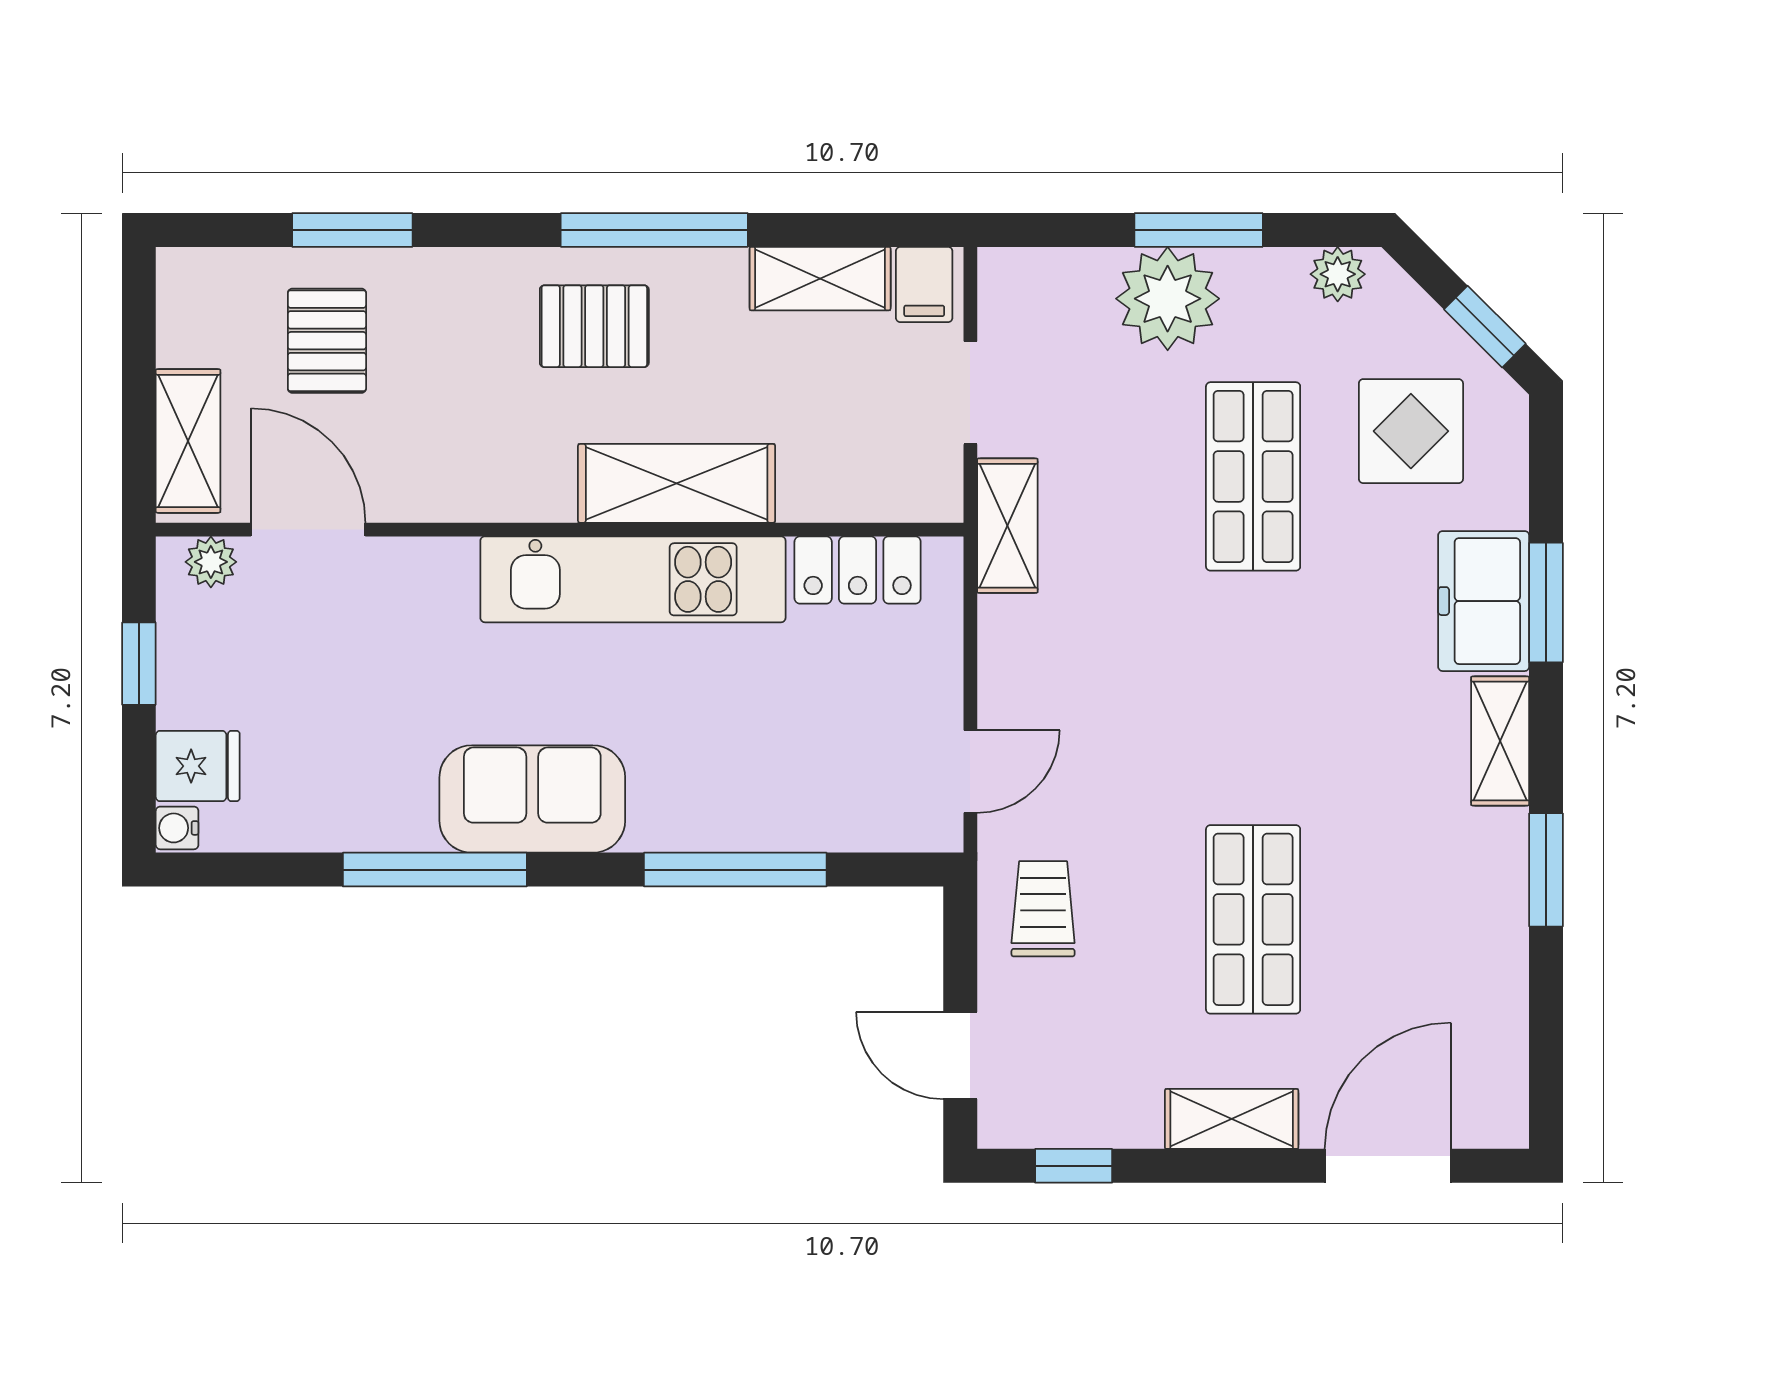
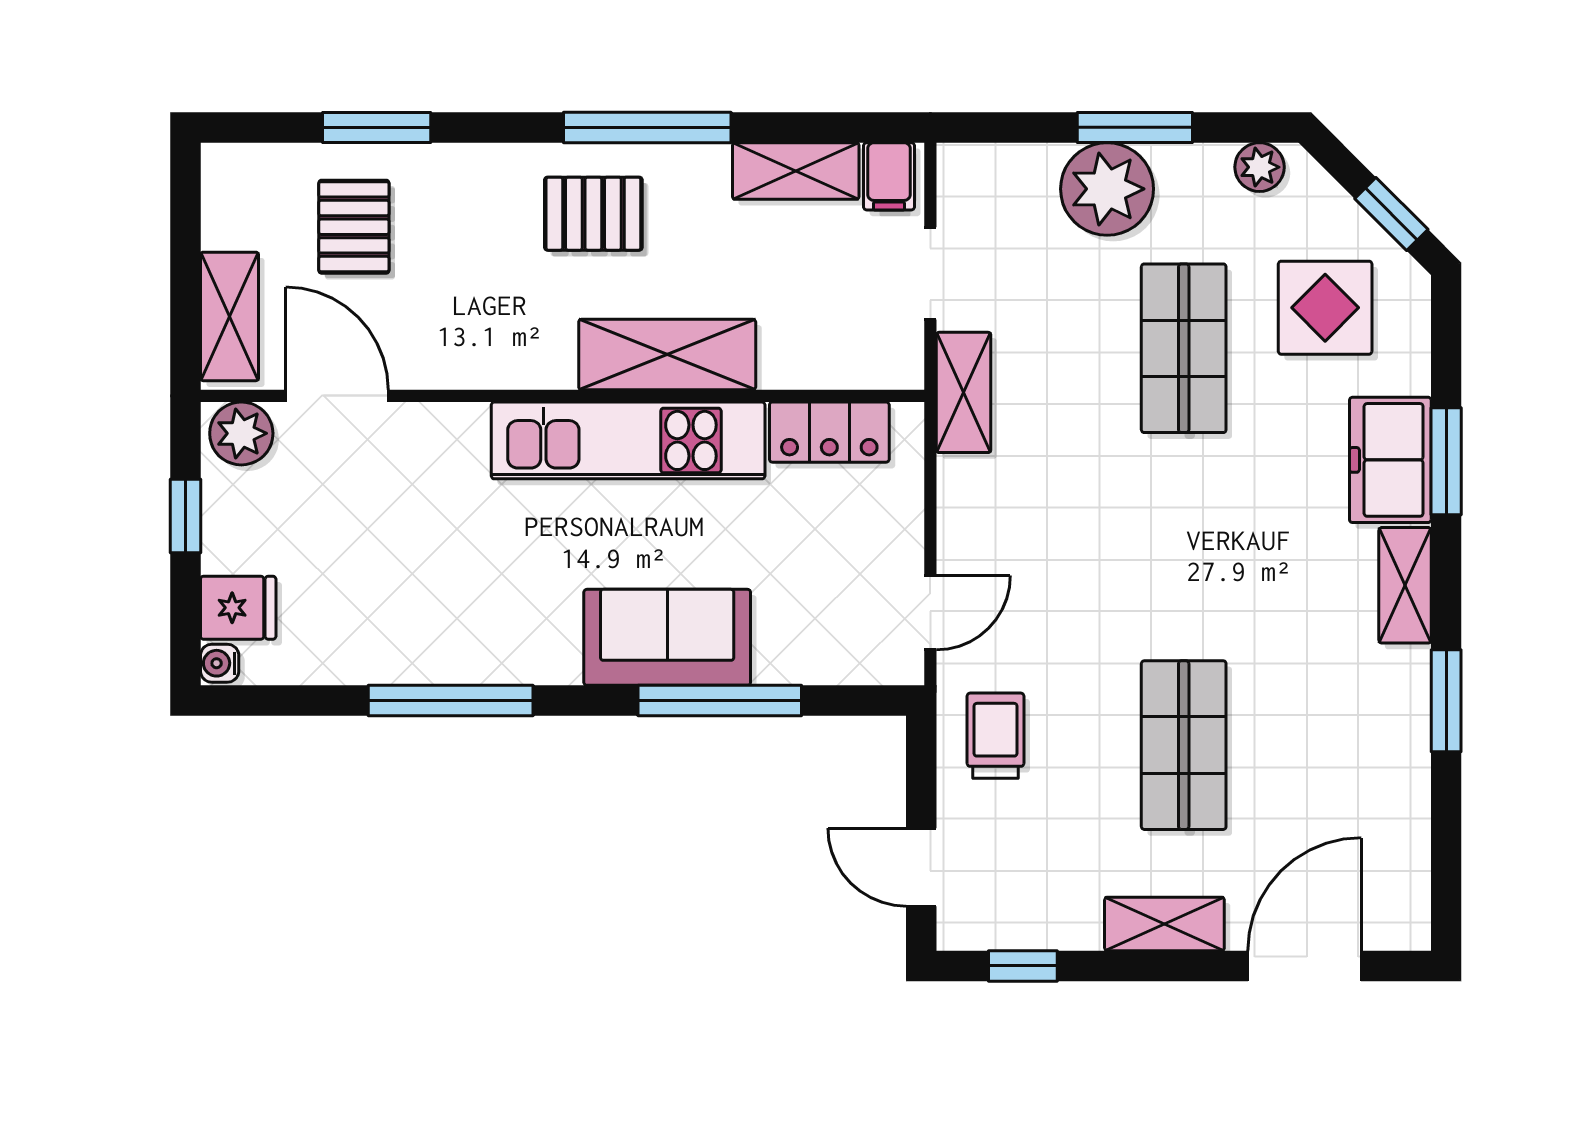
plant: (211, 562) -> (241, 433), width x1.38, depth x1.38
sofa: (532, 799) -> (667, 637), moved

